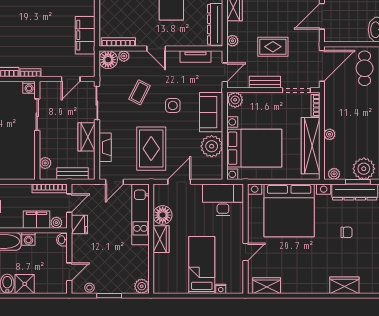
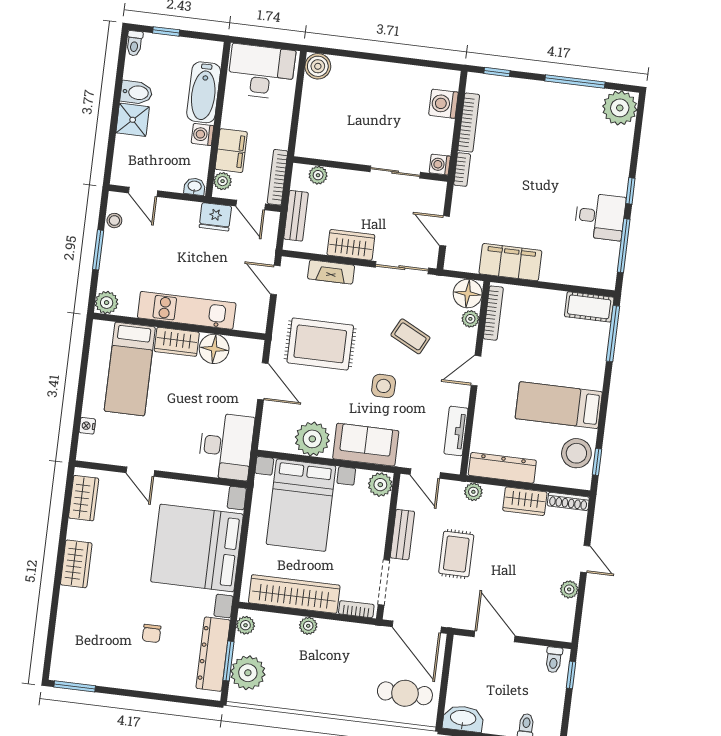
kitchen unit: (140, 214) -> (187, 310), moved
bed: (202, 265) -> (130, 369), moved, turned 90
wardrobe: (344, 285) -> (76, 564), moved

